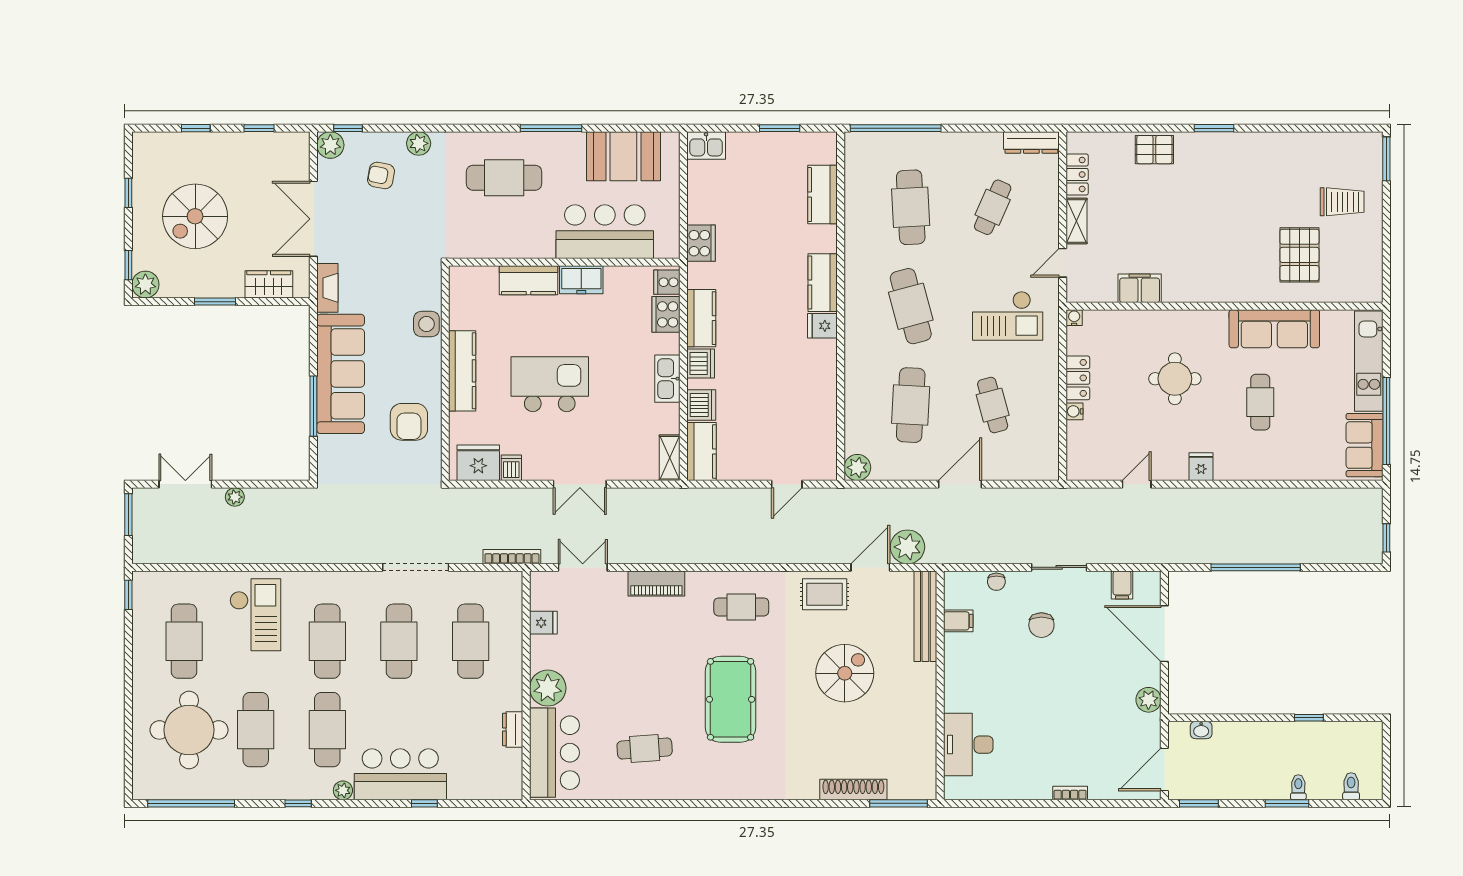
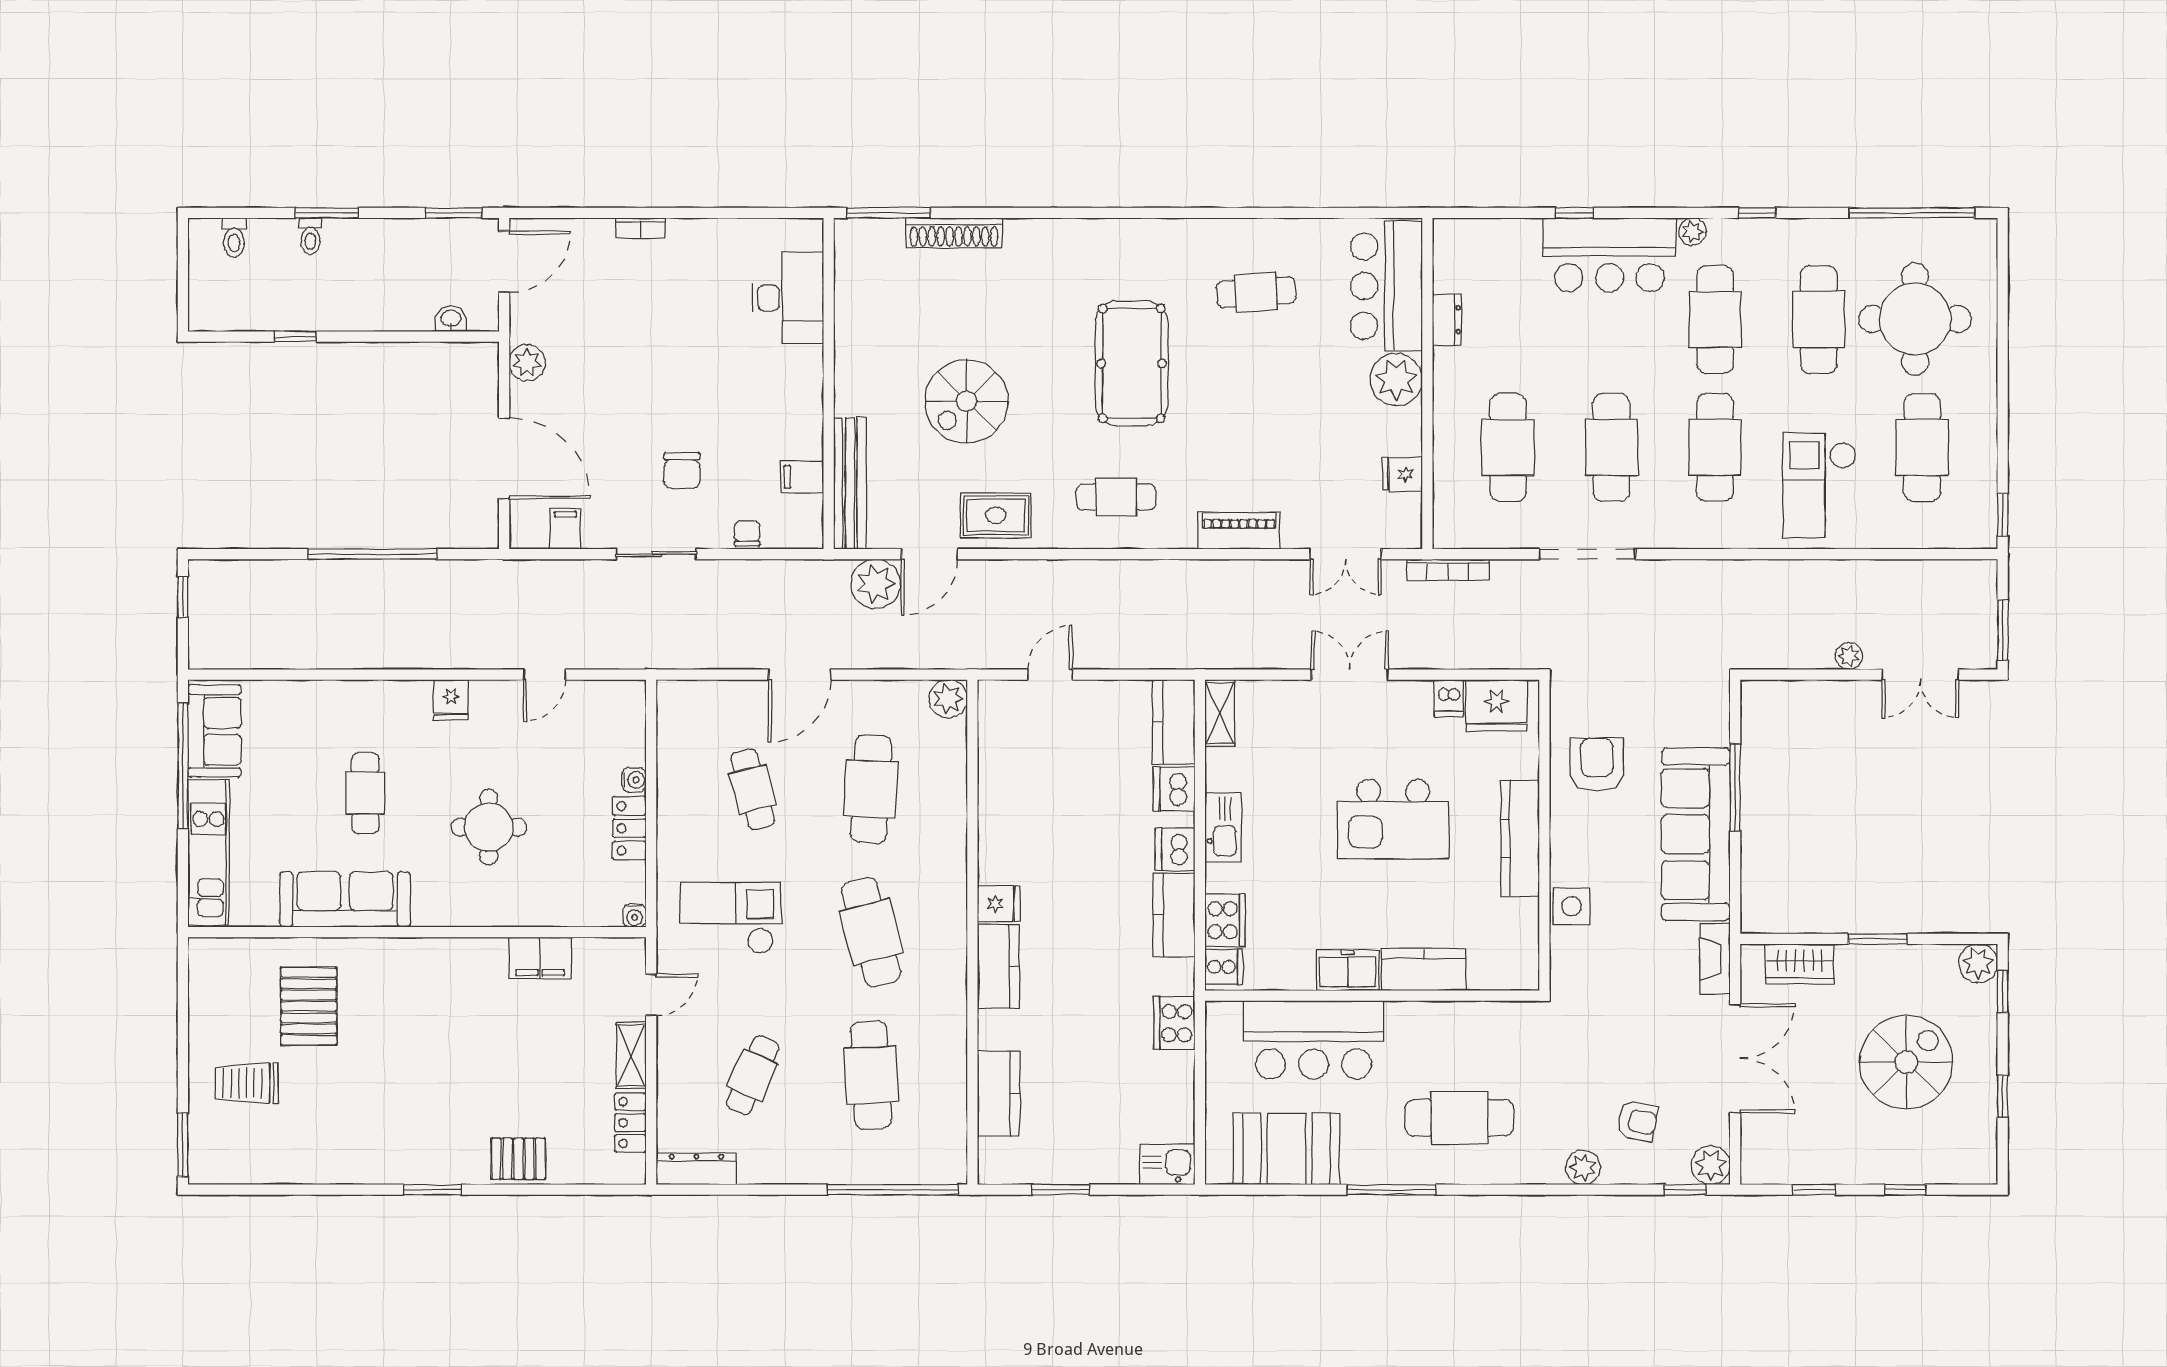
chair: (1041, 625) -> (682, 471), turned 180

